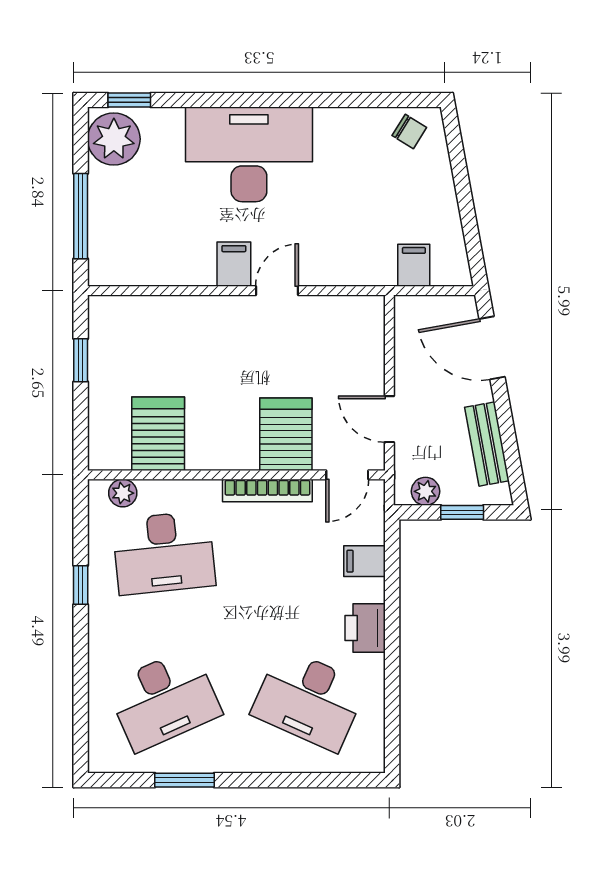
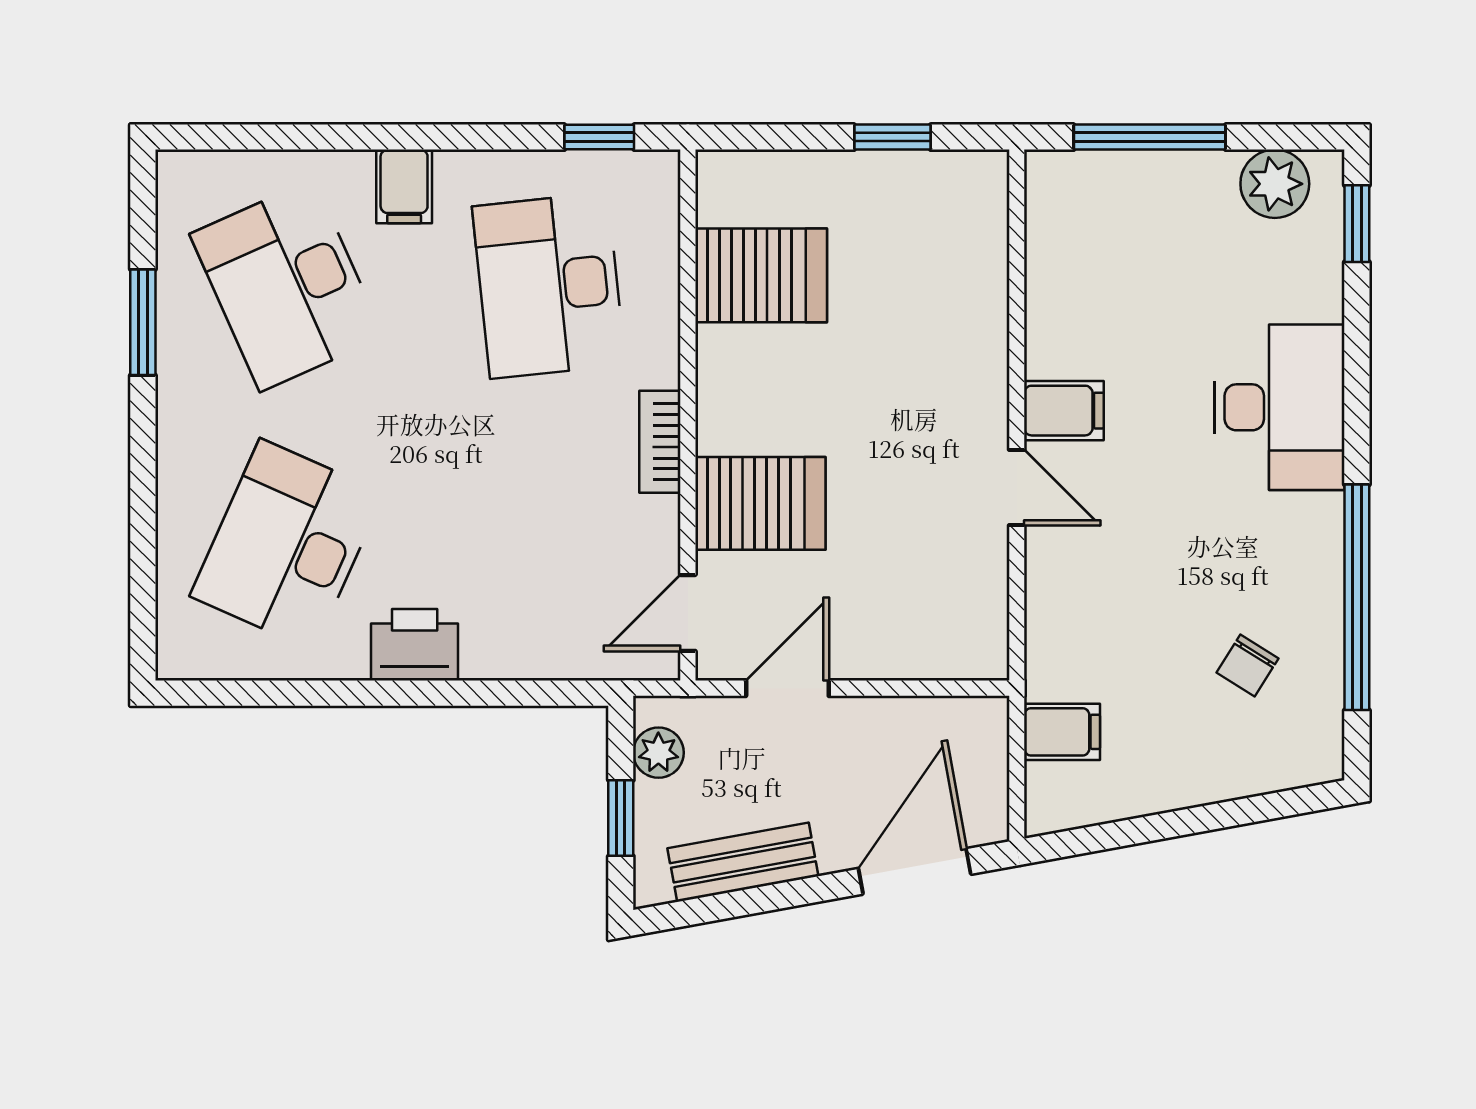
window: (338, 100) -> (1357, 597), added
chair: (409, 132) -> (1248, 665), moved
plant: (114, 139) -> (1275, 184), width x0.73, depth x0.73
desk: (249, 154) -> (1279, 407), width x0.73, depth x0.77
door: (347, 475) -> (688, 613), hinge flipped
bookcase: (267, 490) -> (660, 442), width x0.64
plant: (123, 493) -> (655, 212), removed
filing cabinet: (365, 561) -> (404, 186), moved, turned 180
window: (81, 585) -> (599, 137), moved

